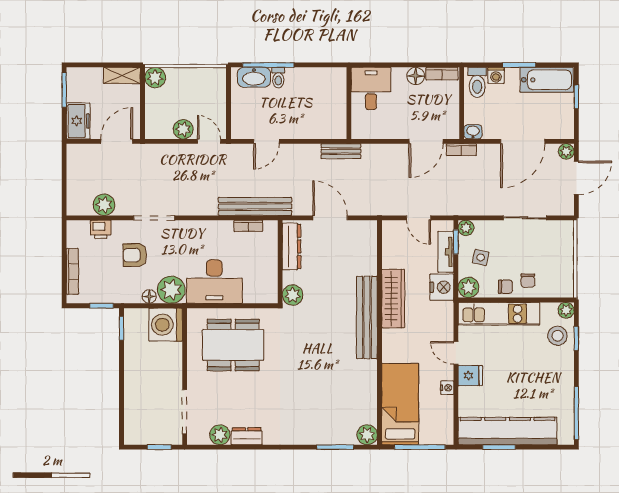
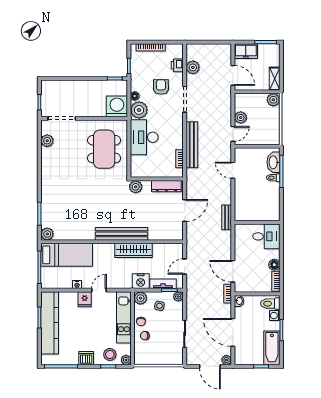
bench: (255, 206) -> (192, 145), moved
dishwasher: (563, 373) -> (86, 358), added
dresser: (247, 436) -> (46, 158), removed

